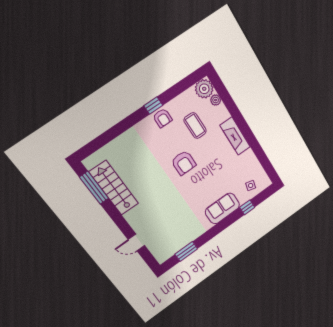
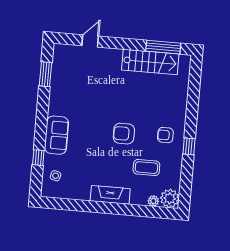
armchair: (162, 118) -> (165, 135), moved

